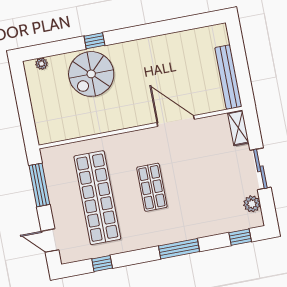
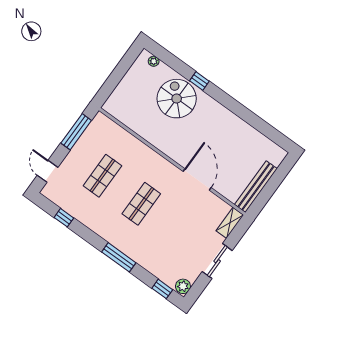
spiral stairs: (91, 74) -> (177, 99), turned 90
shop shelf: (97, 198) -> (102, 176), width x0.50, depth x0.74
plant: (252, 204) -> (183, 286), moved

